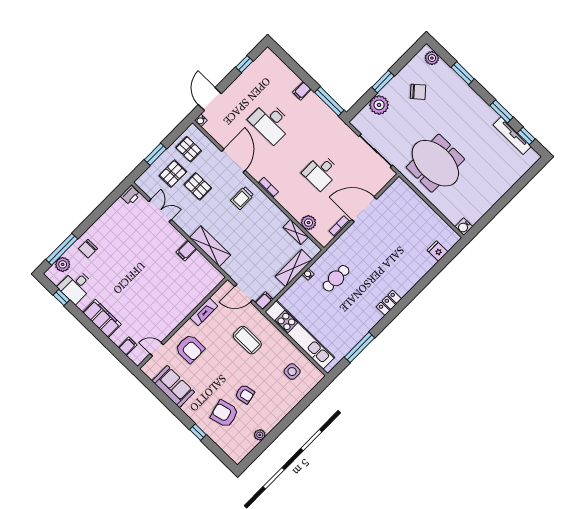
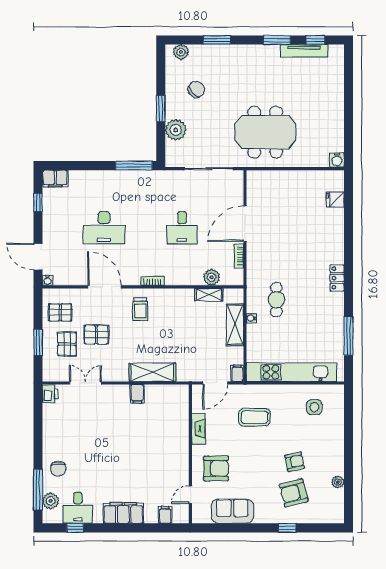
filing cabinet: (302, 91) -> (55, 179), moved, width x2.00

